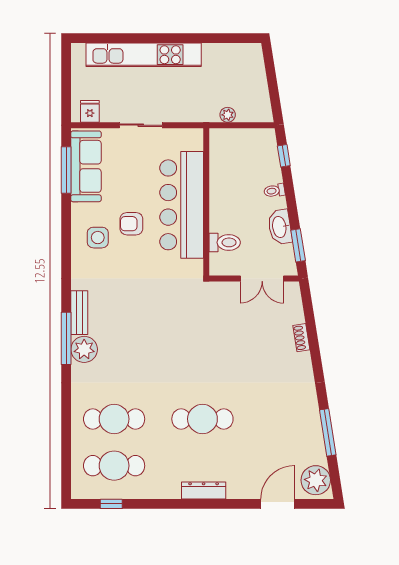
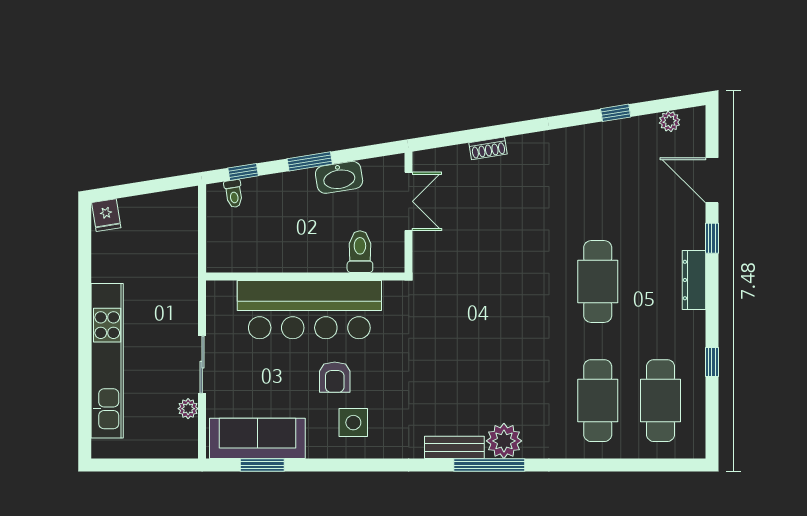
fridge: (90, 111) -> (106, 215), moved, turned -99
plant: (228, 115) -> (188, 409), moved
window: (66, 170) -> (262, 465), width x0.69
toilet: (274, 191) -> (234, 194), moved
window: (298, 245) -> (310, 161), moved
window: (328, 432) -> (616, 113), width x0.46
plant: (316, 480) -> (670, 121), width x0.53, depth x0.53
window: (111, 504) -> (712, 362), moved
window: (235, 504) -> (712, 238), added

